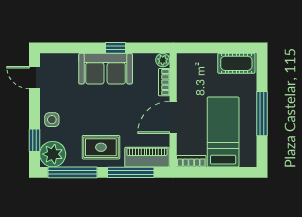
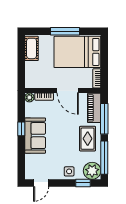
bed: (223, 132) -> (77, 52), width x1.50

